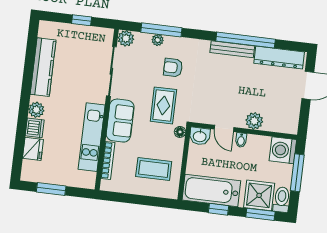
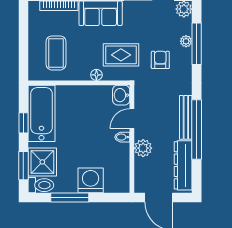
plant: (254, 121) -> (143, 148), moved
door: (224, 128) -> (132, 119), moved
wall: (244, 131) -> (132, 139), moved
washbasin: (200, 136) -> (121, 95), moved
bidet: (241, 140) -> (122, 137), moved

